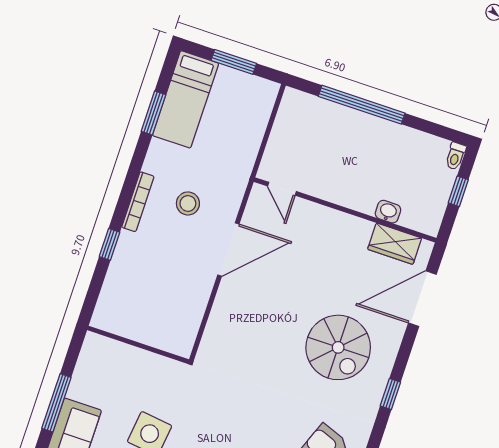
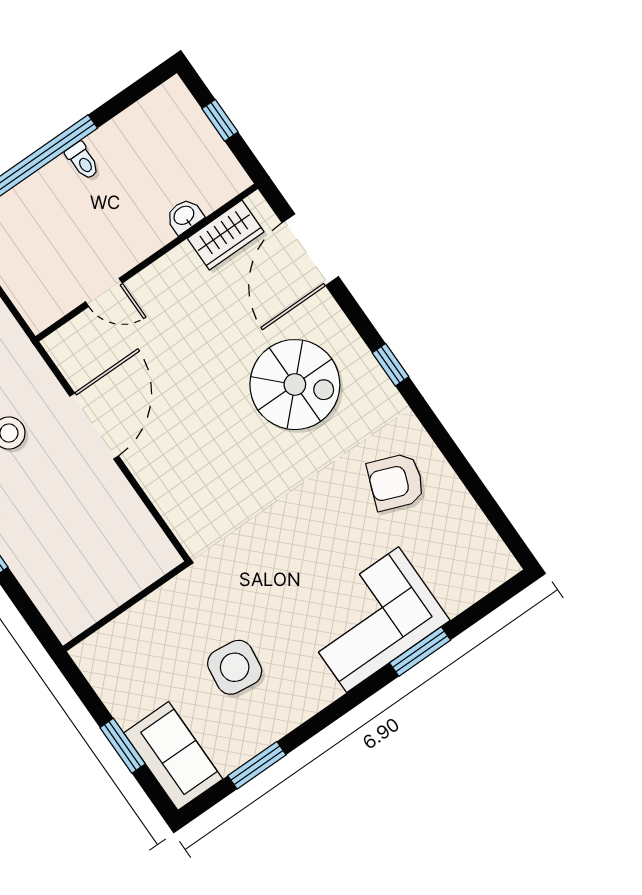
toilet: (455, 156) -> (83, 161), moved
door: (282, 189) -> (104, 292), moved
window: (56, 403) -> (123, 746), width x0.69

